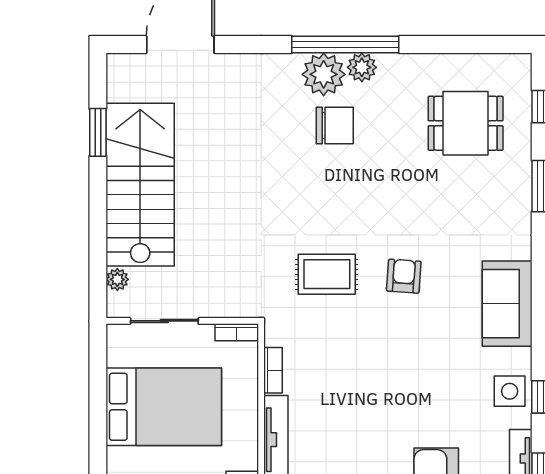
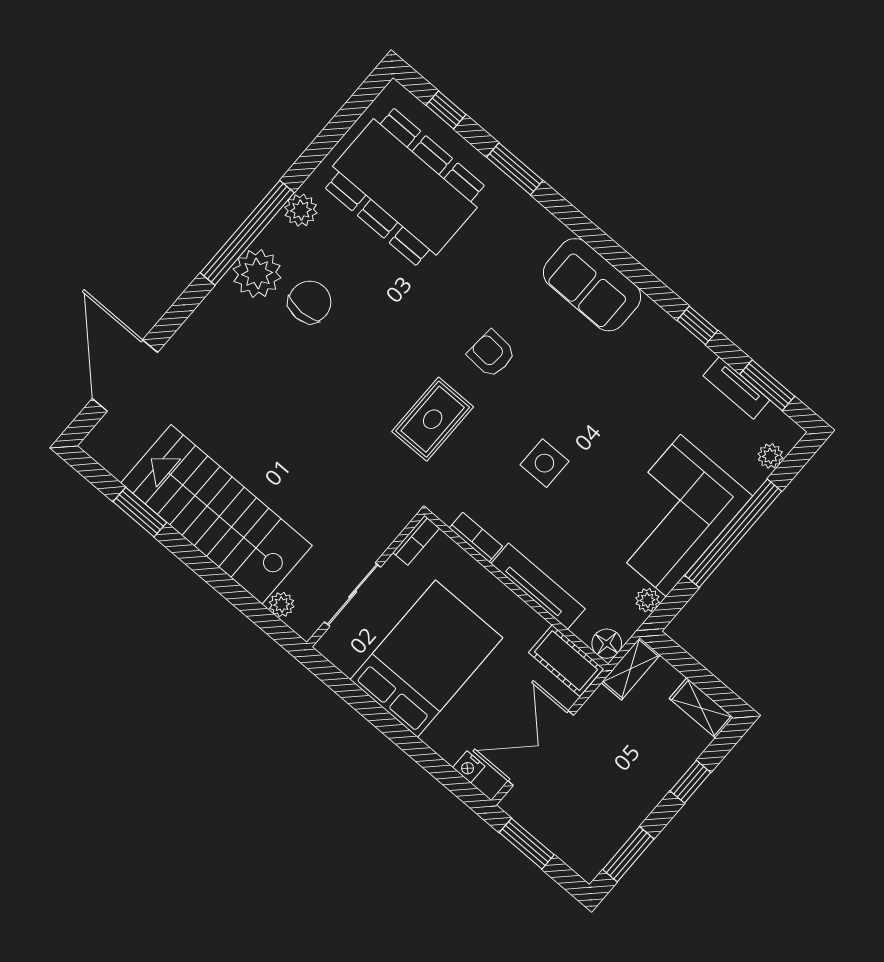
plant: (362, 67) -> (301, 210), moved
dining table: (466, 123) -> (405, 187), width x1.88, depth x1.24
side table: (510, 391) -> (544, 463), moved

